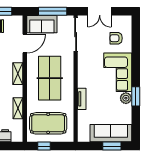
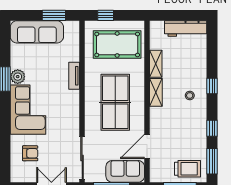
shelving: (18, 74) -> (156, 92), moved
window: (44, 146) -> (106, 15), moved
window: (112, 146) -> (54, 15), moved

